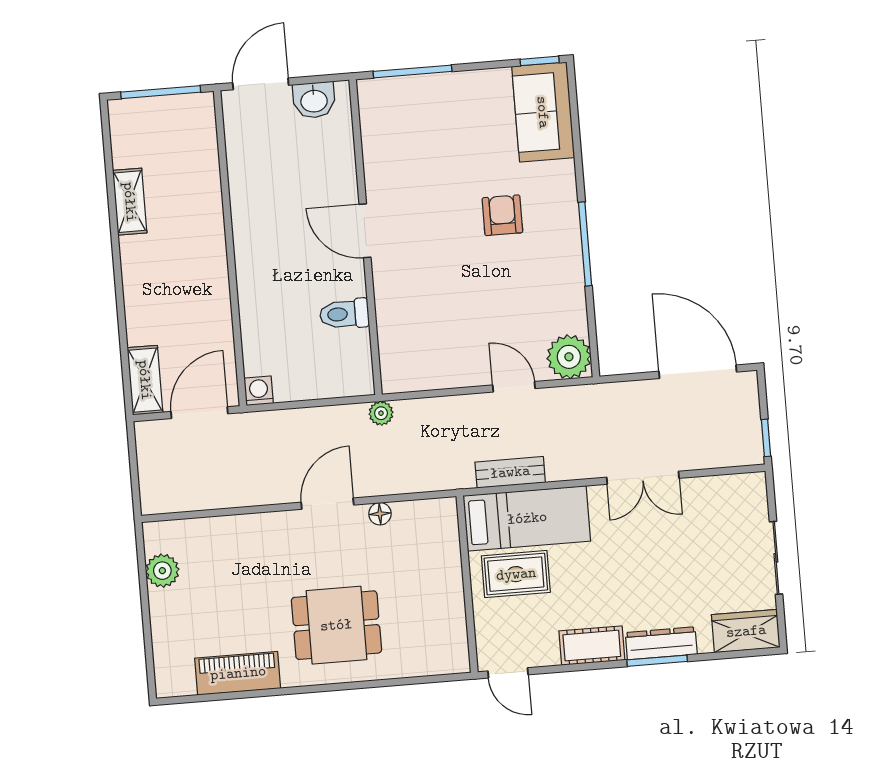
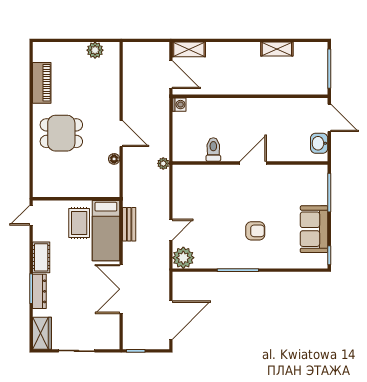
sofa: (543, 112) -> (314, 229), moved, turned -90
double door: (643, 478) -> (121, 289), width x1.37
dining table: (336, 625) -> (61, 133), turned 90

